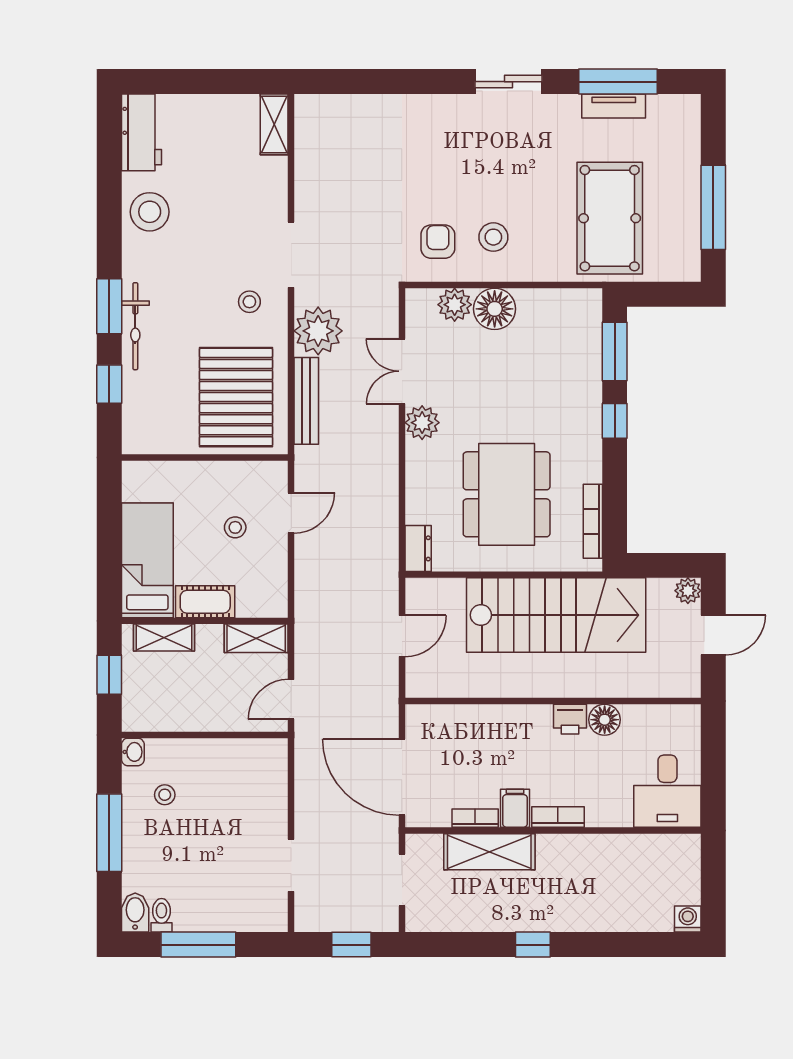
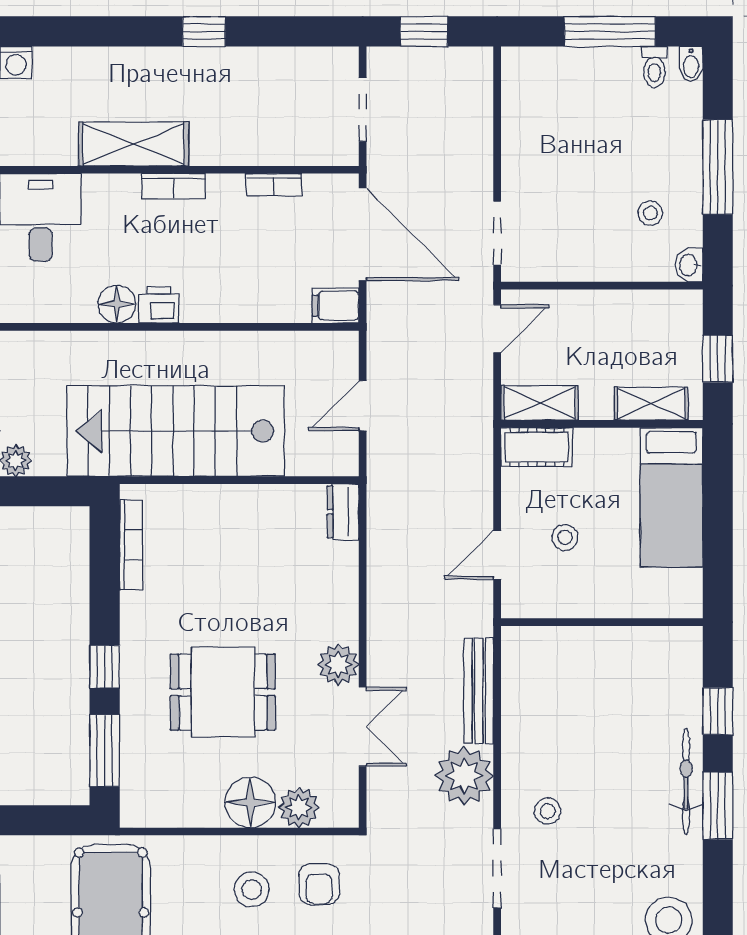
pallet: (236, 397) -> (564, 695), removed
dining table: (507, 494) -> (223, 692), moved, width x0.73
cot: (205, 602) -> (537, 447), moved
filing cabinet: (515, 808) -> (336, 306), moved, turned 90
shelving: (489, 852) -> (133, 144), moved
doorway: (291, 865) -> (497, 233), moved
bidet: (135, 913) -> (691, 64), width x0.72, depth x0.74

